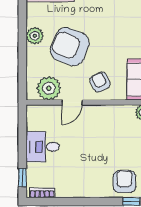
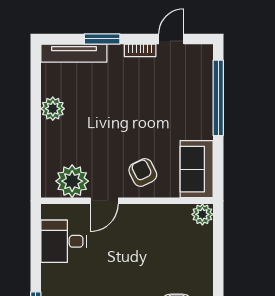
armchair: (70, 47) -> (101, 124), removed
desk: (43, 147) -> (64, 241), moved

